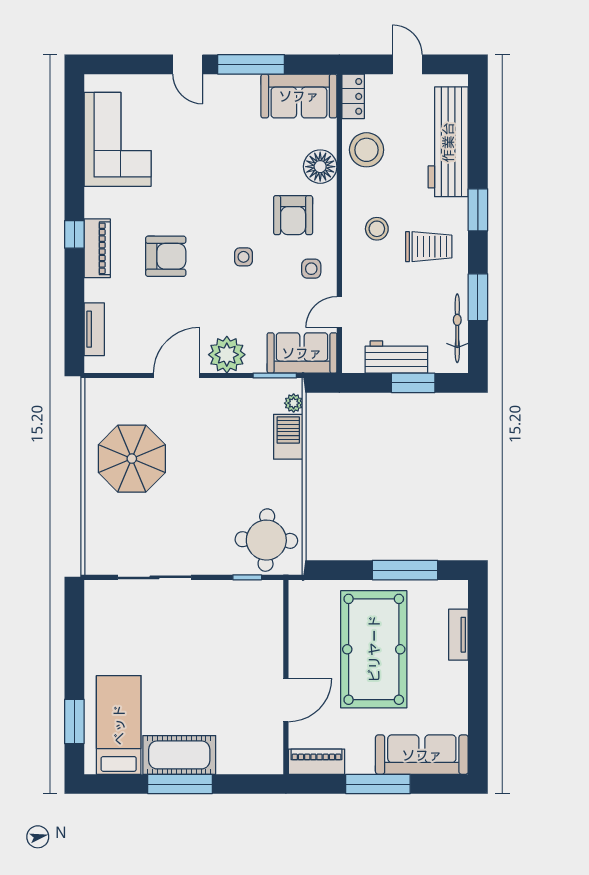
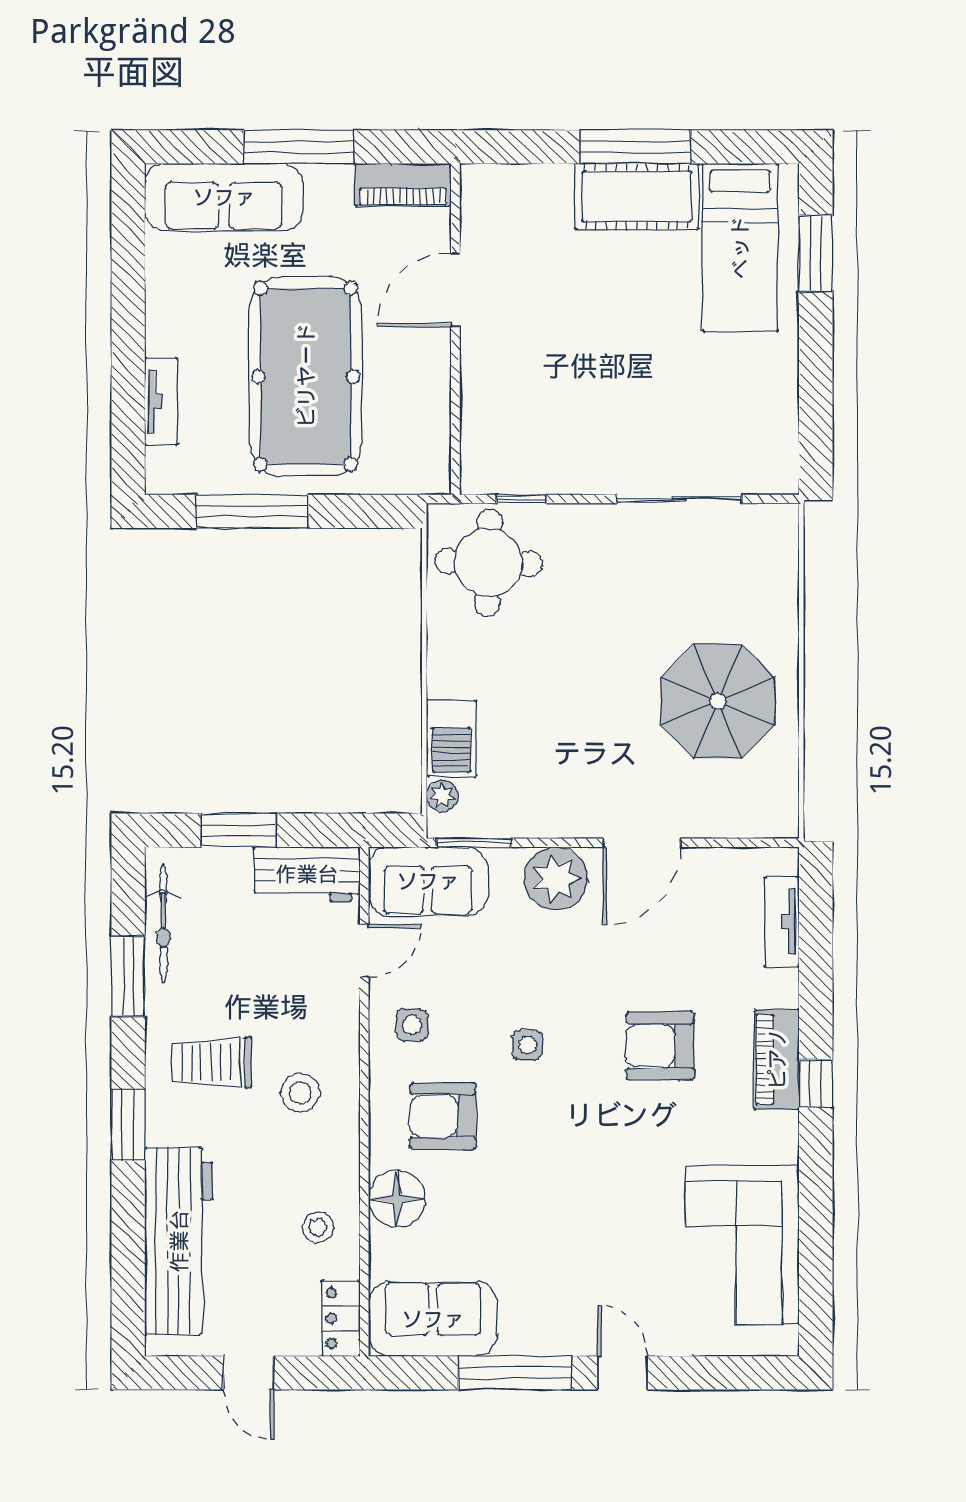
stool: (367, 150) -> (318, 1227), width x0.53, depth x0.53
armchair: (293, 215) -> (443, 1116), turned -90
workbench: (396, 357) -> (307, 874), moved

